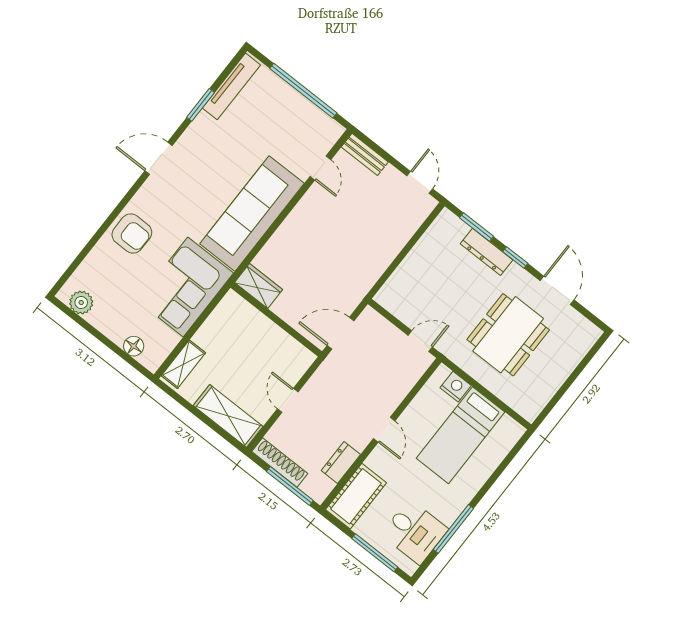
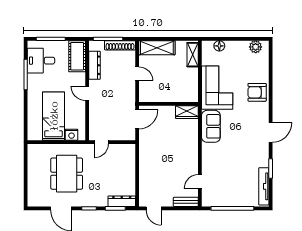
door: (320, 168) -> (200, 182), hinge flipped
sofa: (252, 214) -> (211, 126), width x0.54, depth x0.79
dresser: (487, 252) -> (122, 201), moved
dresser: (341, 463) -> (95, 65), width x1.44

